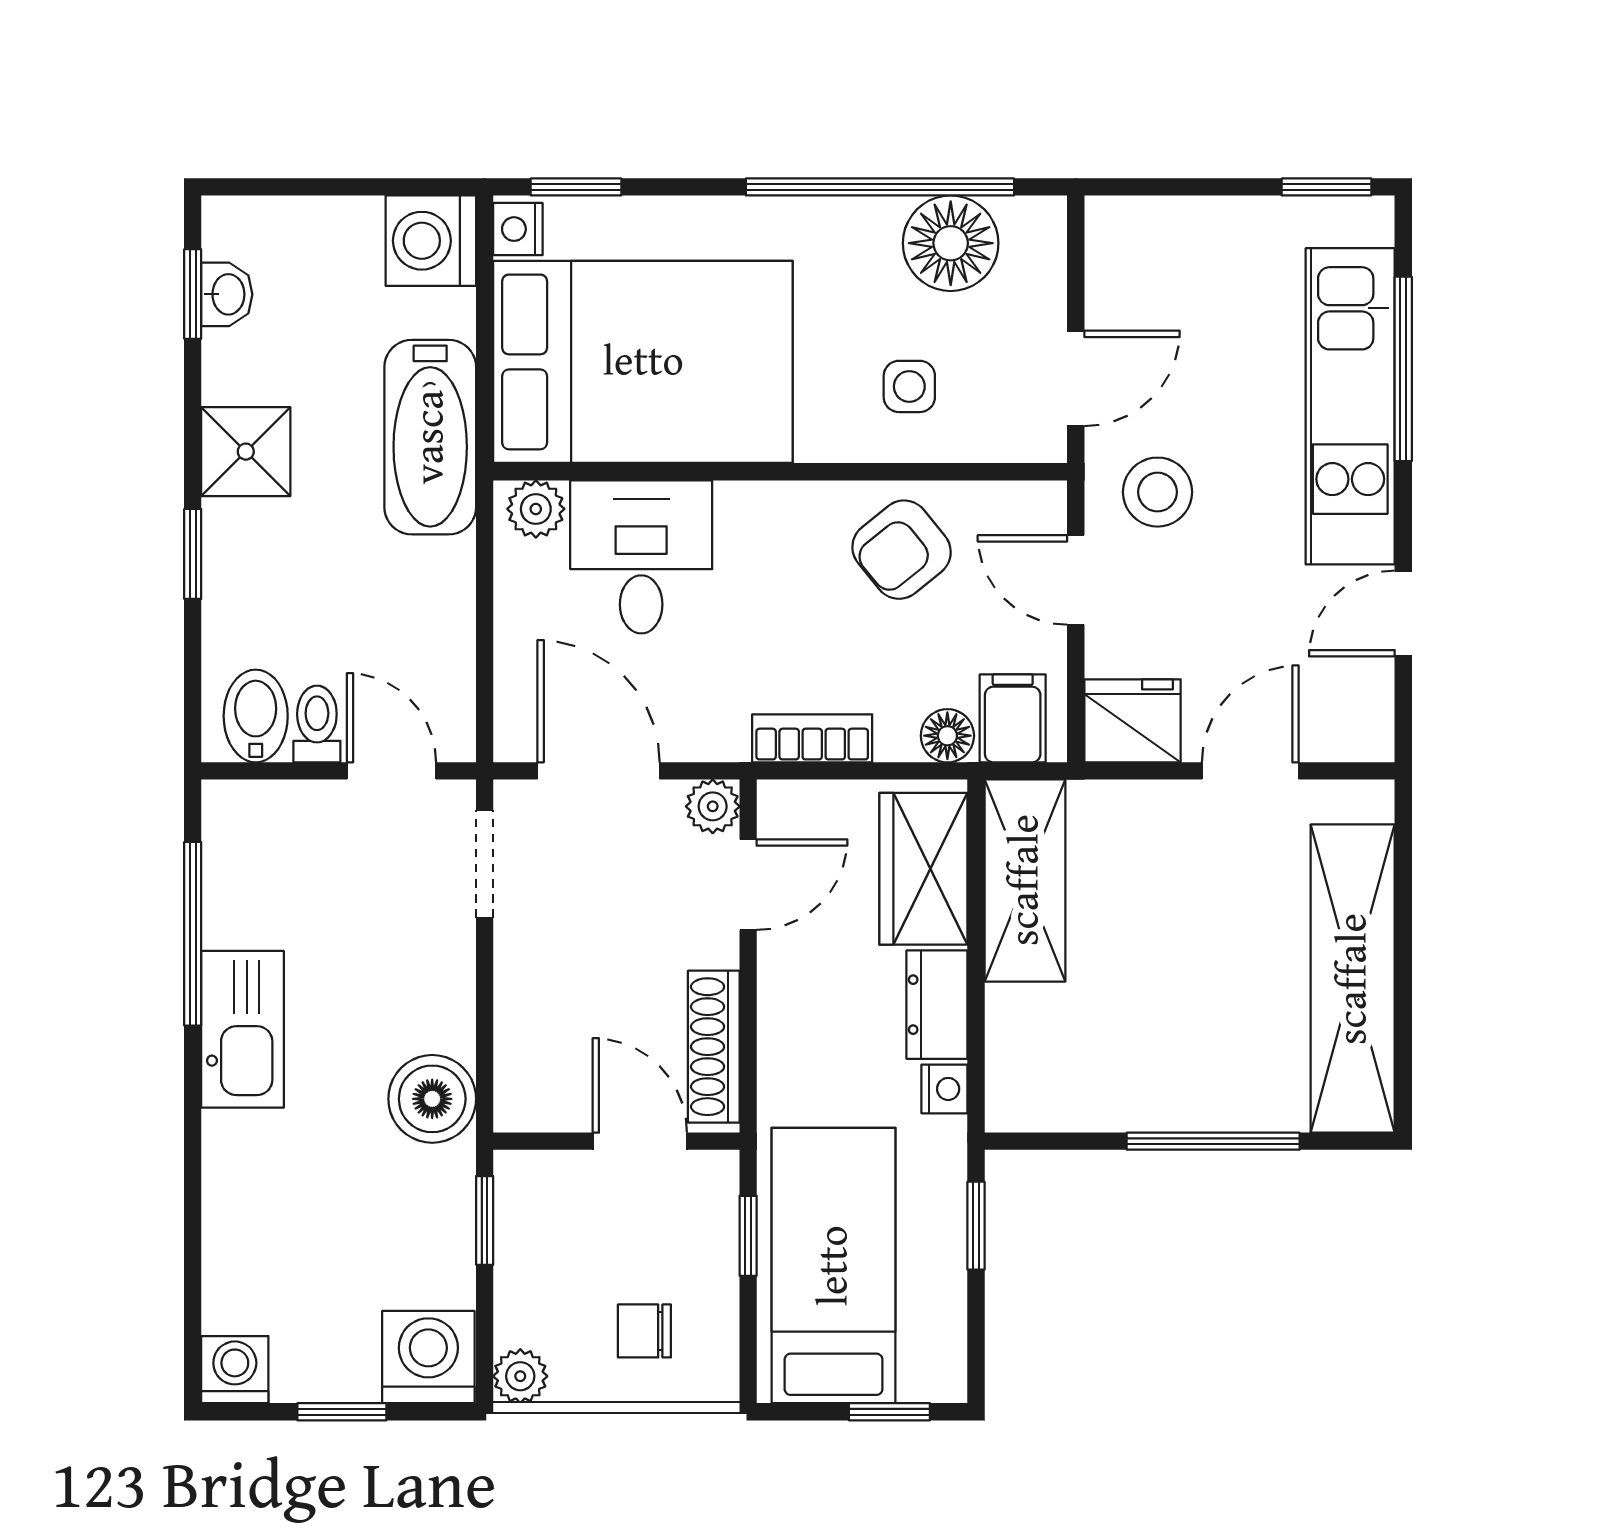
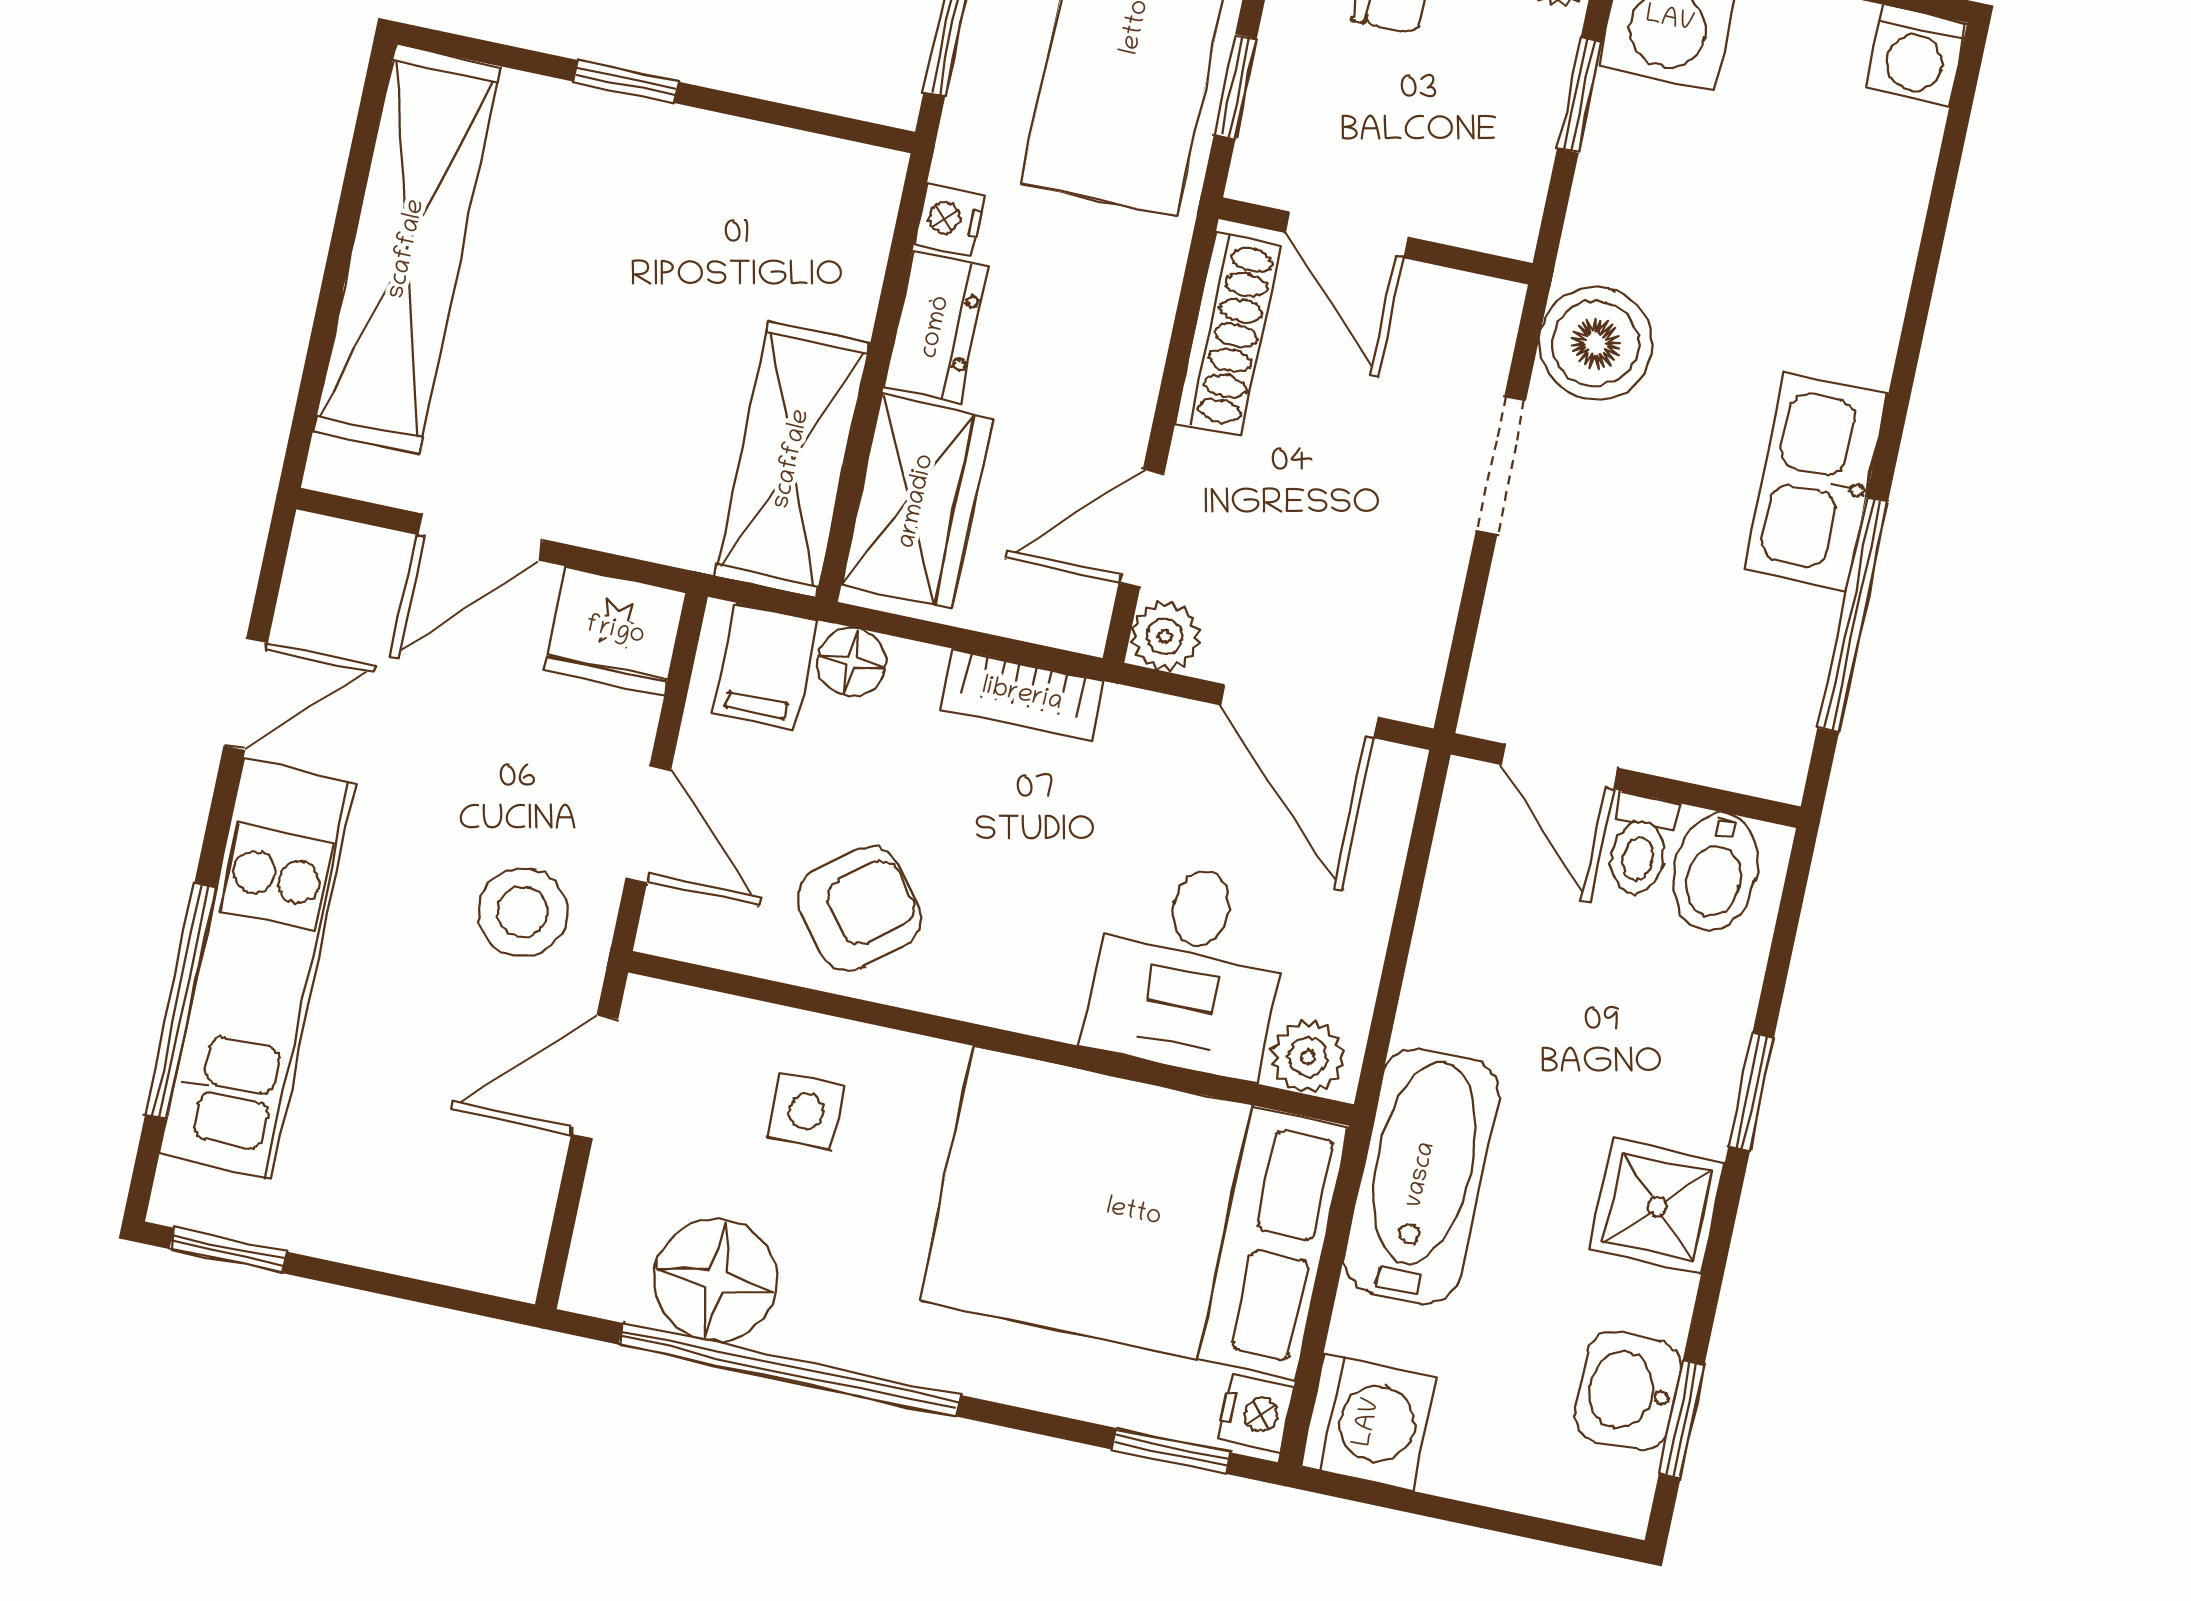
washbasin: (227, 294) -> (1628, 1391), width x1.38, depth x1.45
doorway: (485, 864) -> (1501, 466), moved
window: (1213, 1141) -> (626, 82), width x0.46
window: (485, 1220) -> (1580, 95), moved

